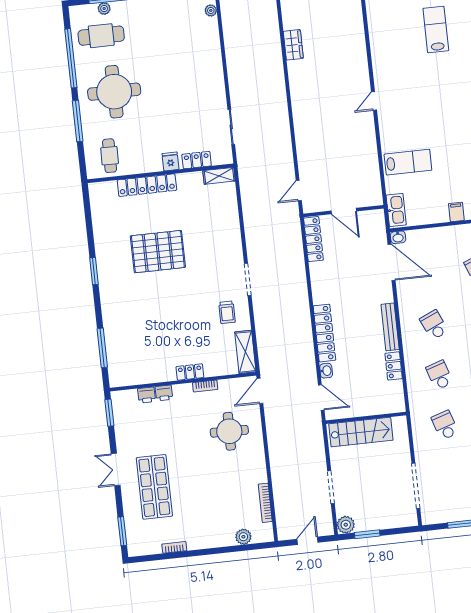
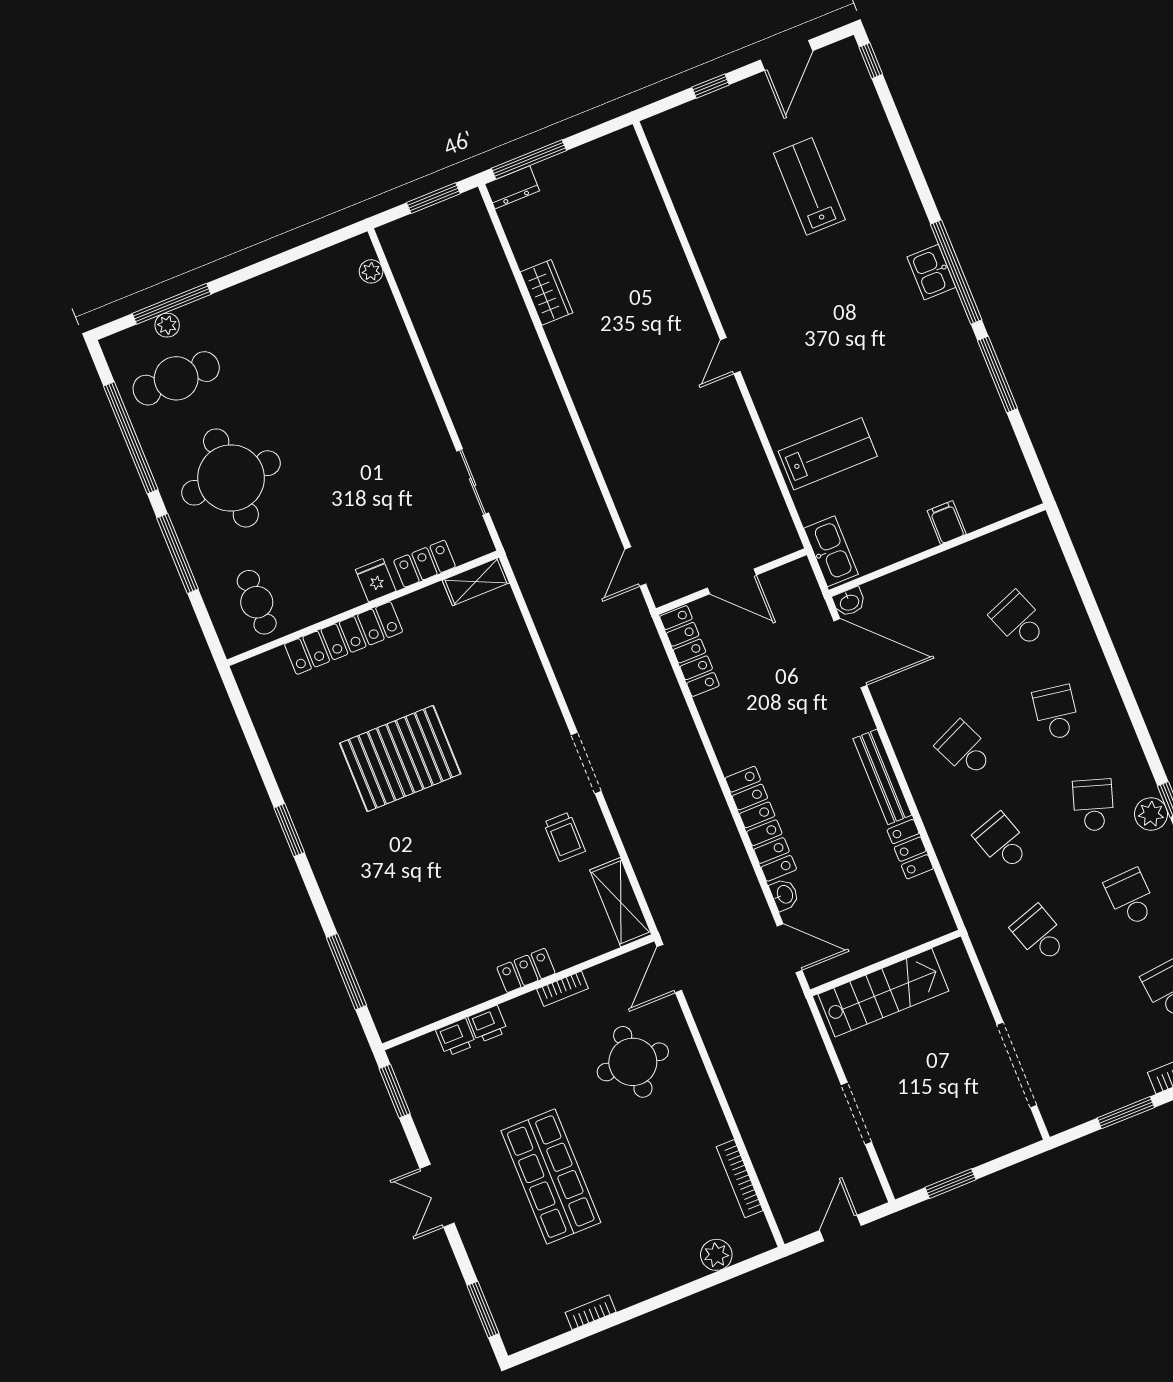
shop shelf: (154, 487) -> (551, 1177), moved
plant: (346, 525) -> (905, 1177), removed

